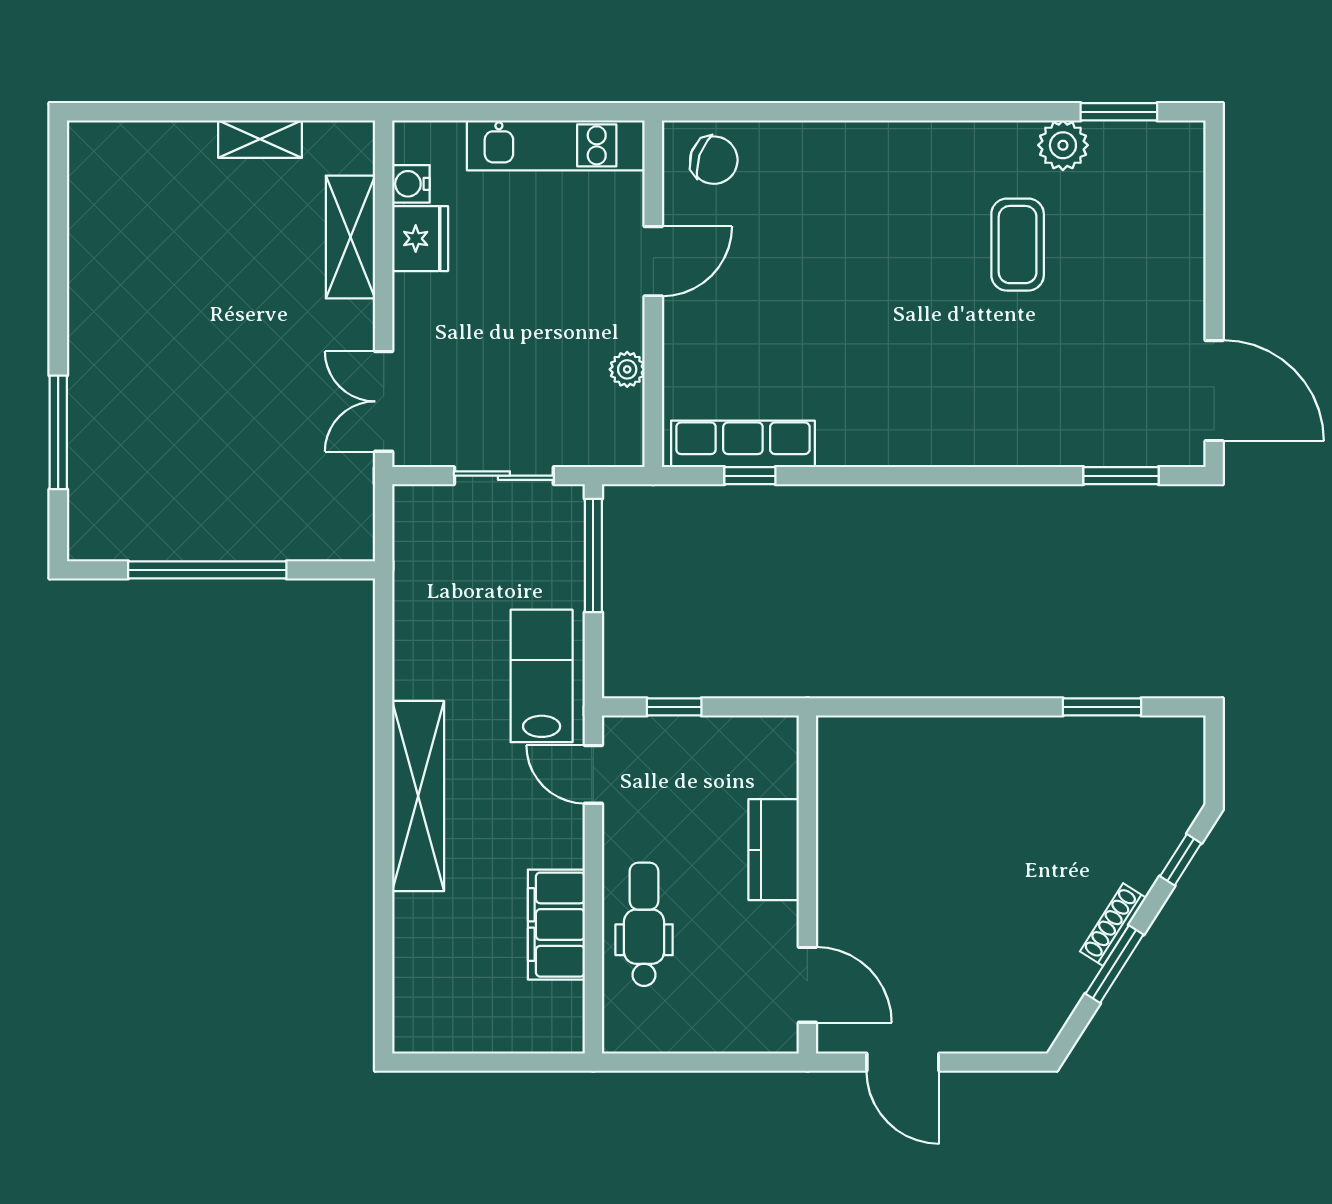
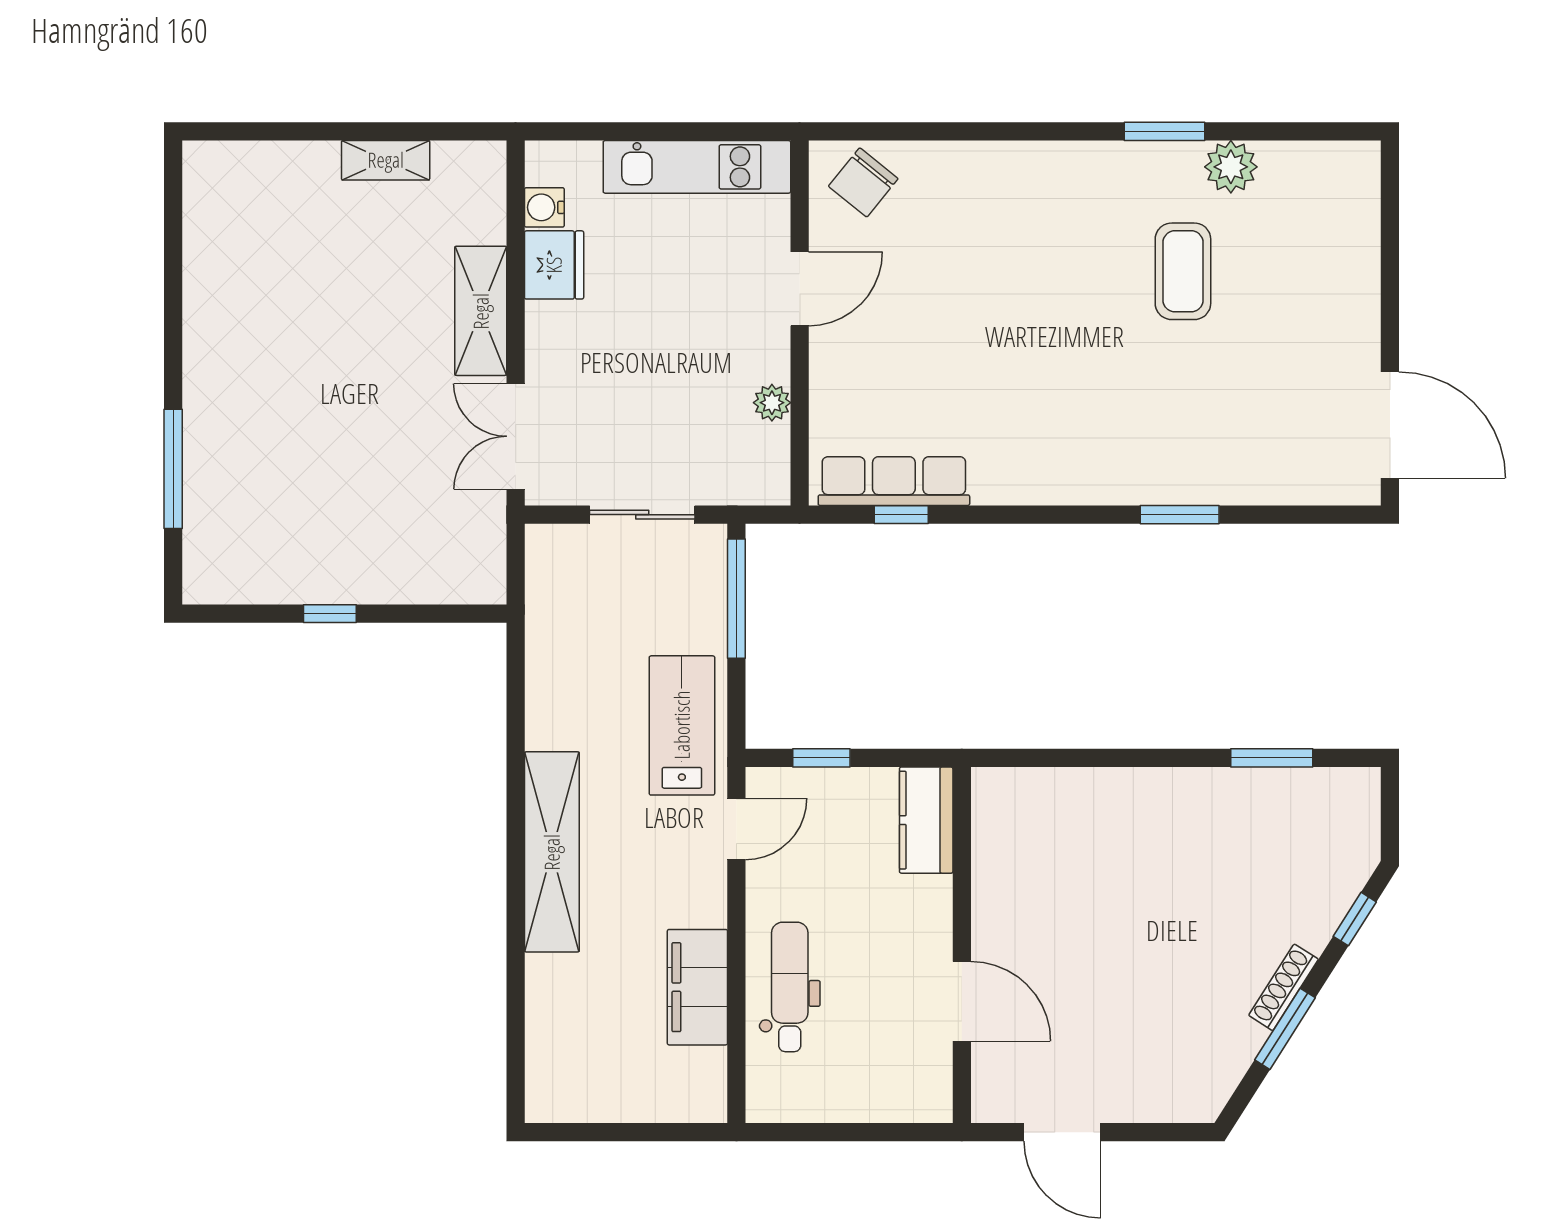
window: (1119, 112) -> (1164, 131), moved
chair: (714, 160) -> (863, 182), turned 110
shelving: (350, 237) -> (481, 311), moved
window: (1121, 476) -> (1180, 515), moved
window: (207, 570) -> (330, 614), width x0.32
door: (593, 774) -> (736, 829), swing flipped
kitchen counter: (774, 850) -> (926, 820), moved
door: (807, 985) -> (962, 1001), moved

